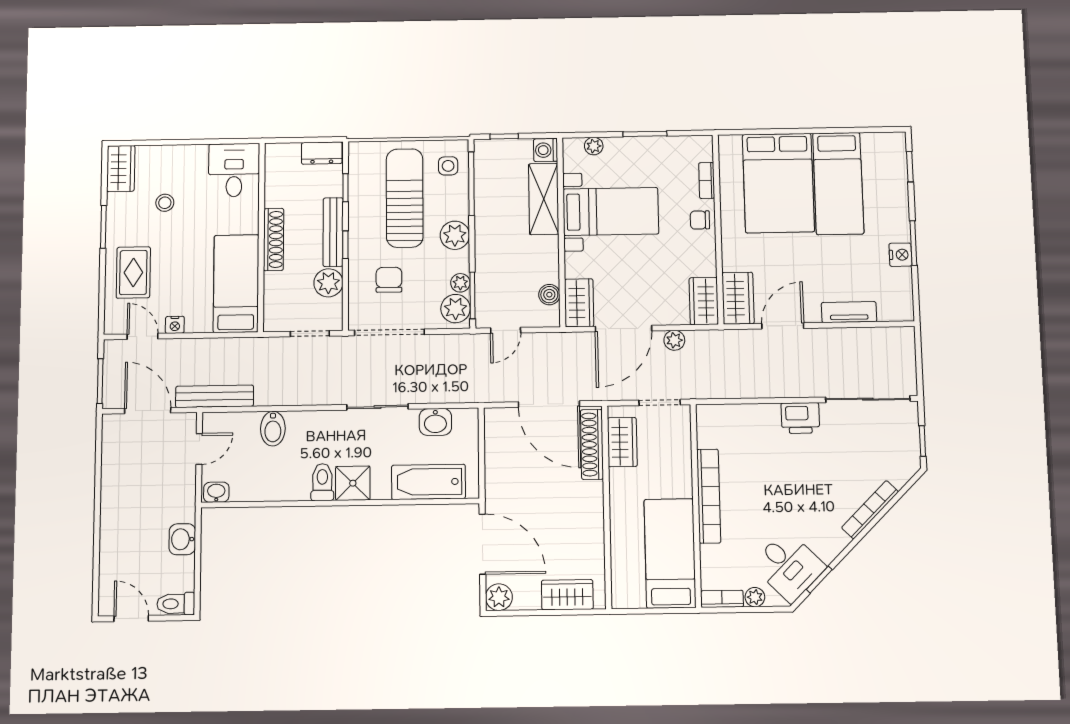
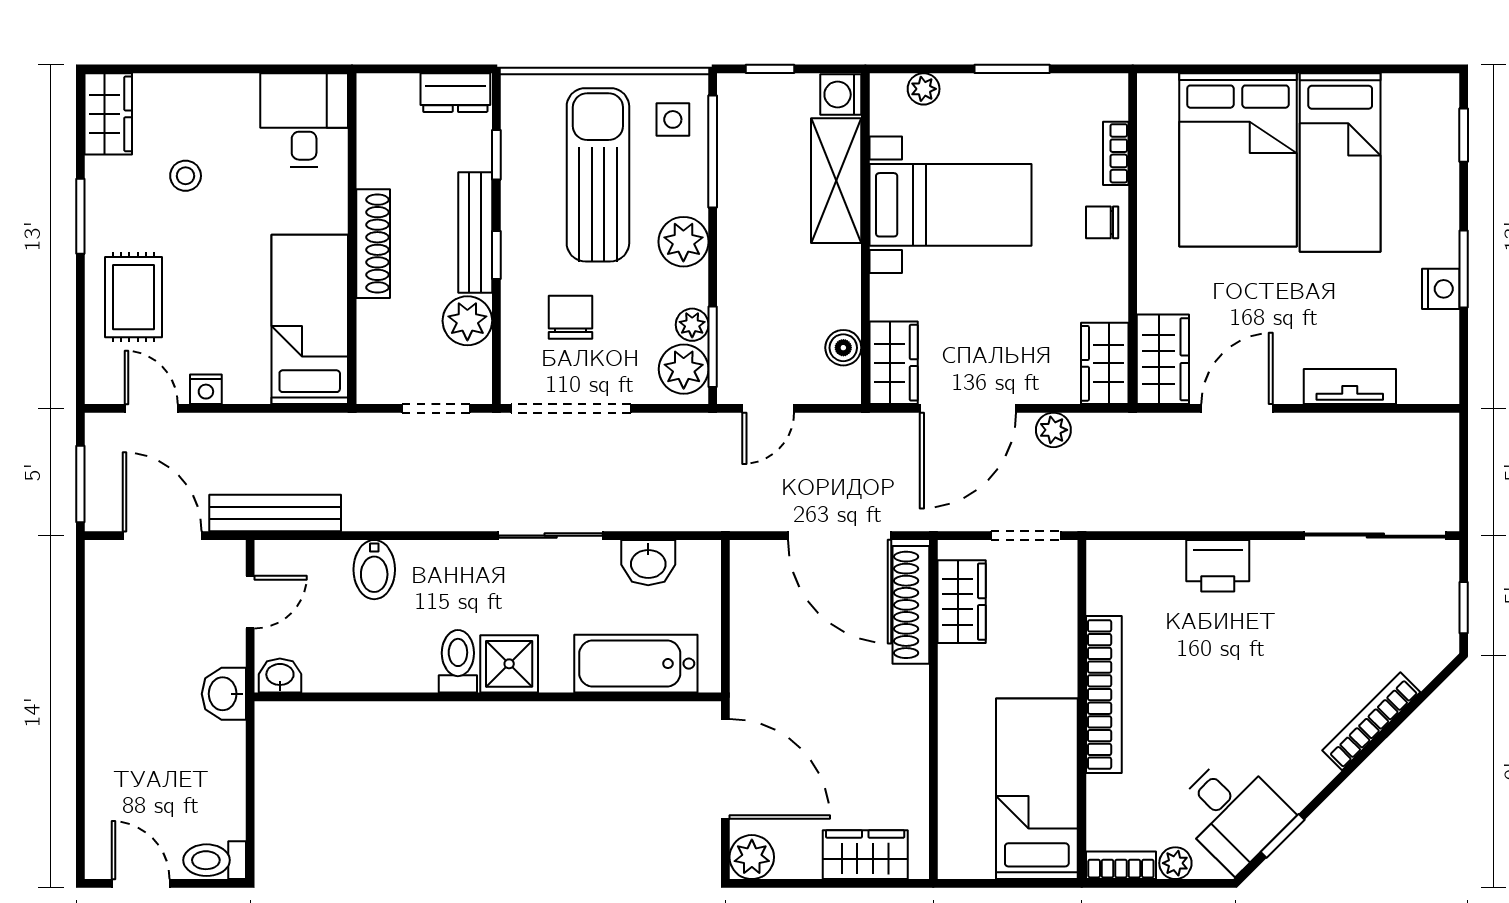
printer: (800, 418) -> (1218, 566), moved
washbasin: (182, 539) -> (224, 694), moved

